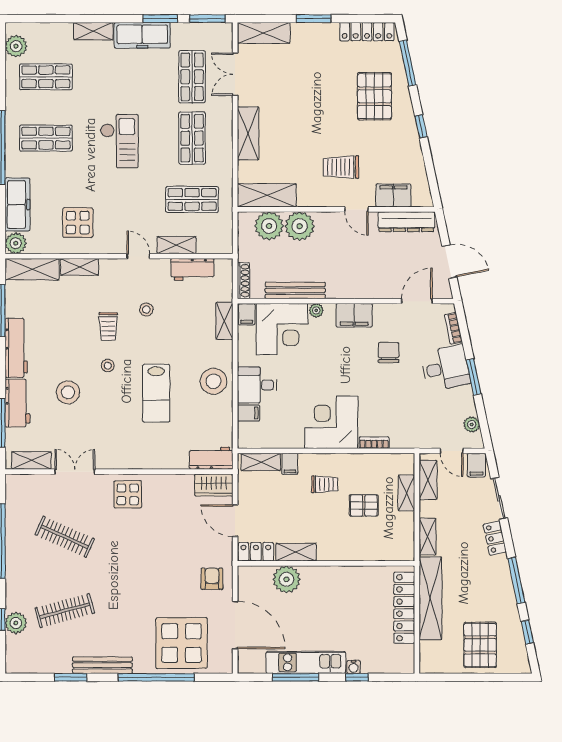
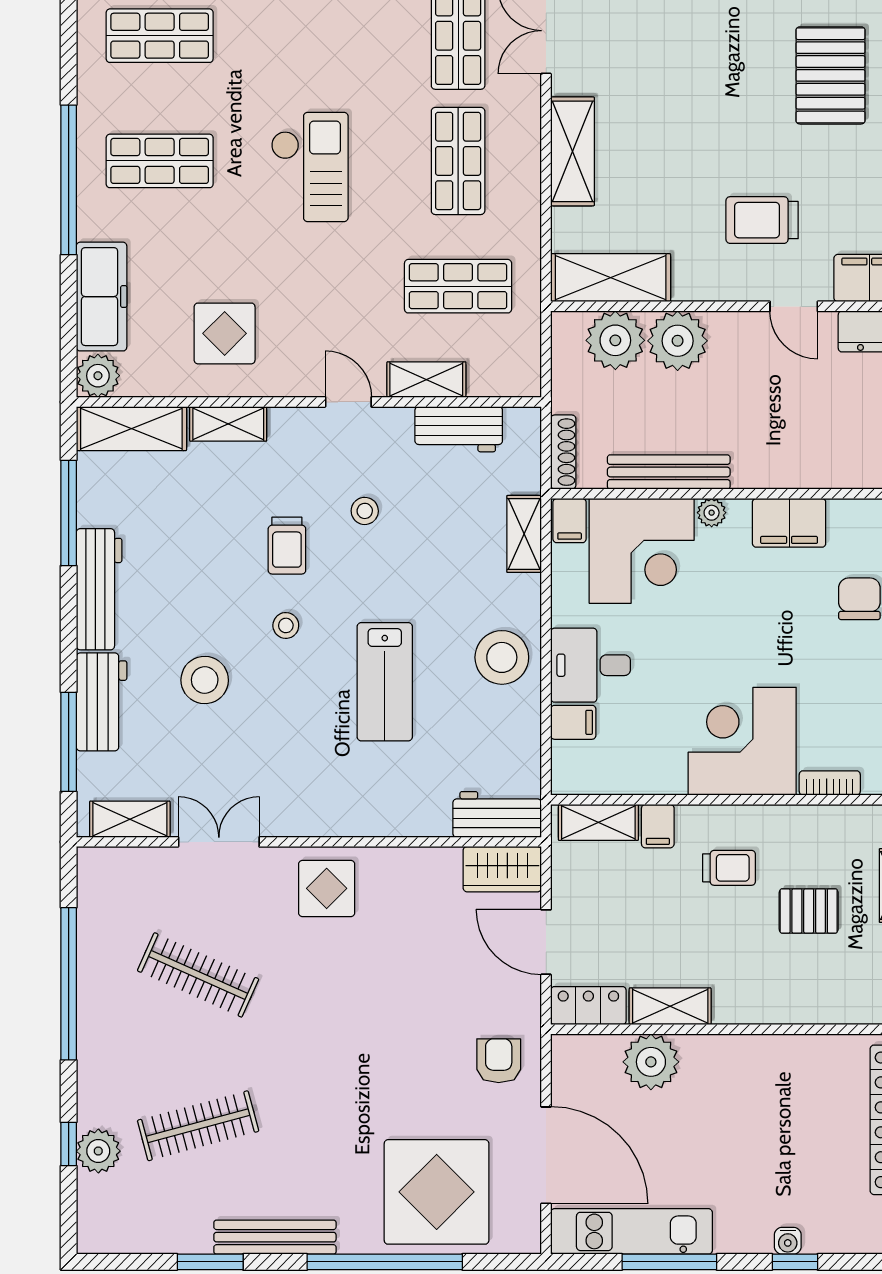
kitchen unit: (306, 662) -> (631, 1231), moved

